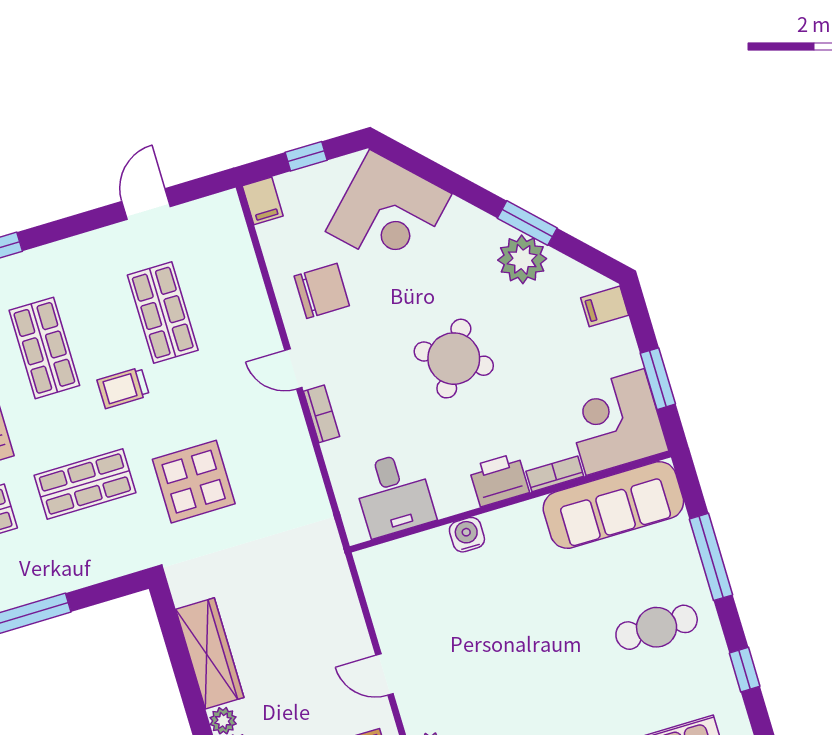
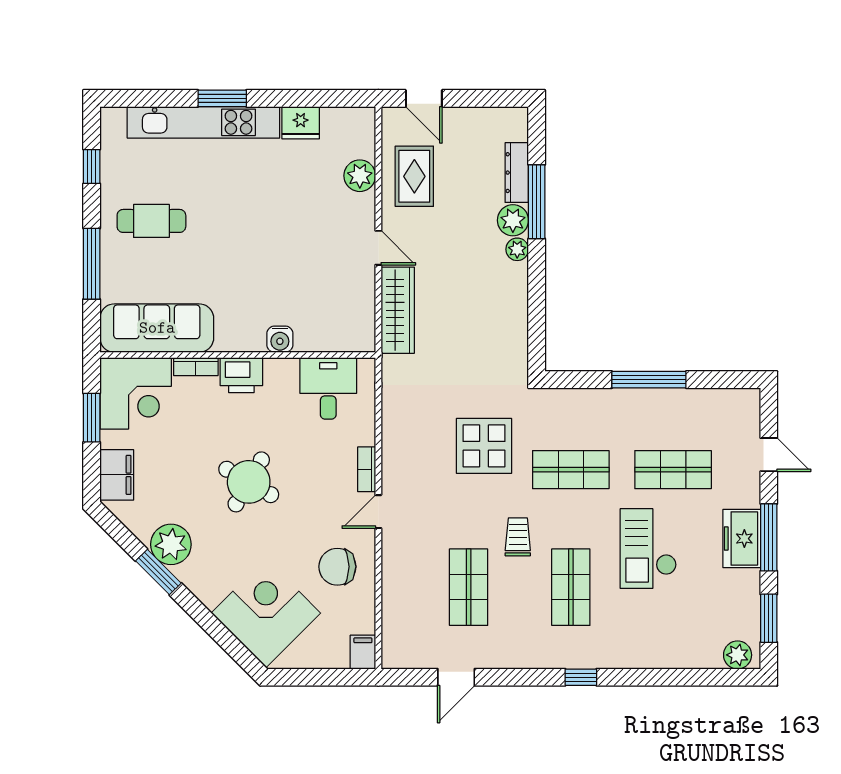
window: (306, 156) -> (318, 677), removed
filing cabinet: (605, 306) -> (117, 475), width x2.00
door: (293, 369) -> (378, 512), swing flipped
trolley: (123, 388) -> (518, 537), turned -90
wardrobe: (210, 653) -> (398, 310), moved, turned 180

